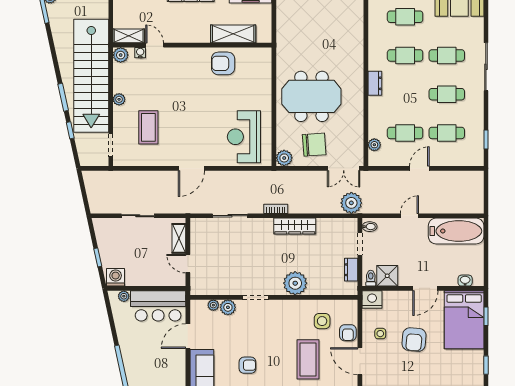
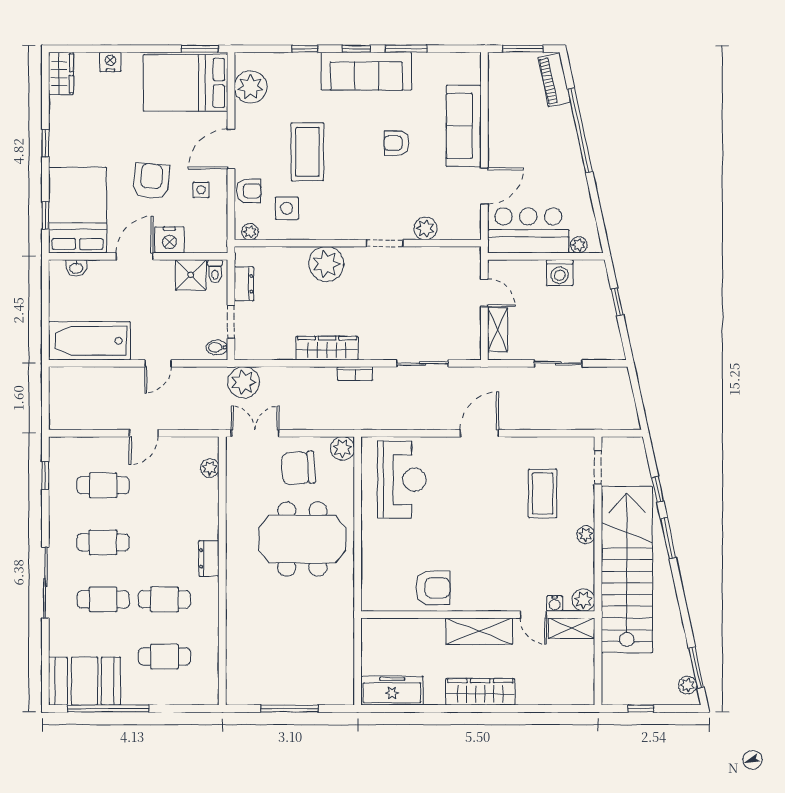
shelving: (233, 34) -> (479, 631), moved
cafe table: (405, 133) -> (164, 485), removed
washing machine: (116, 277) -> (560, 273), moved
nightstand: (372, 300) -> (169, 240), moved
plant: (213, 305) -> (250, 232), moved
armchair: (348, 333) -> (249, 191), turned 90
door: (360, 361) -> (231, 149), swing flipped

